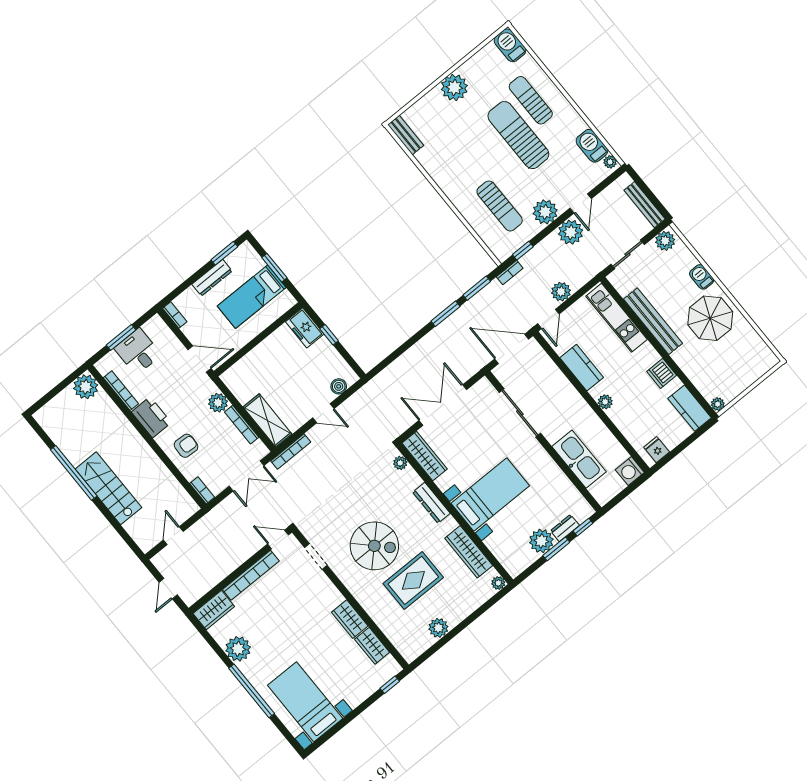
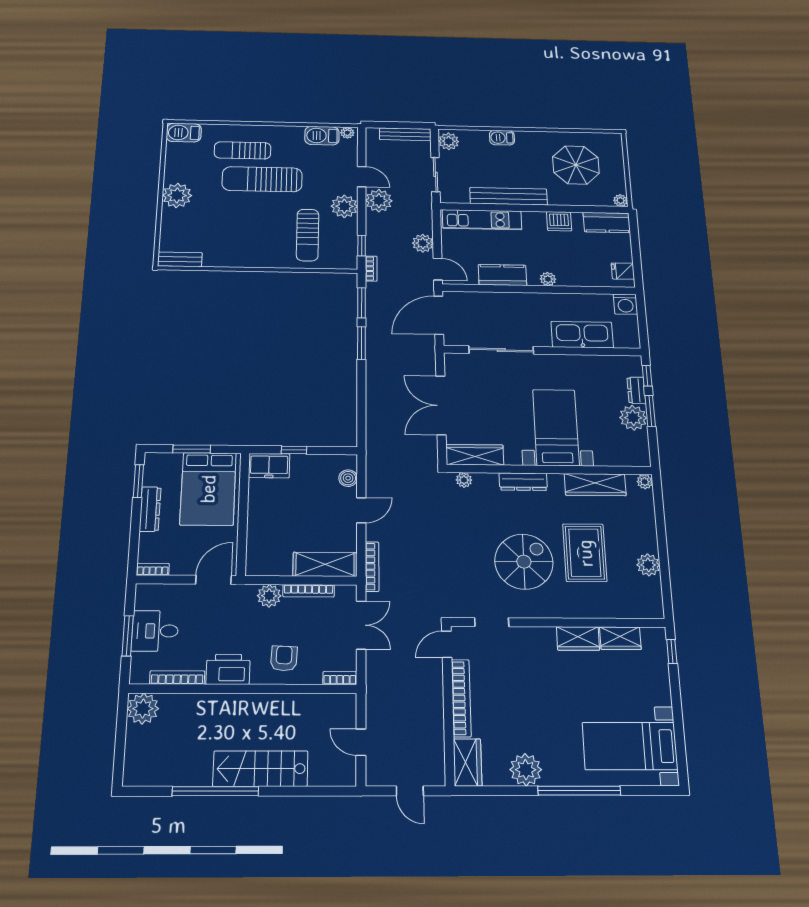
sun lounger: (500, 206) -> (308, 235), turned 90
bed: (252, 297) -> (208, 489), width x1.50
parasol: (710, 318) -> (576, 165), moved

